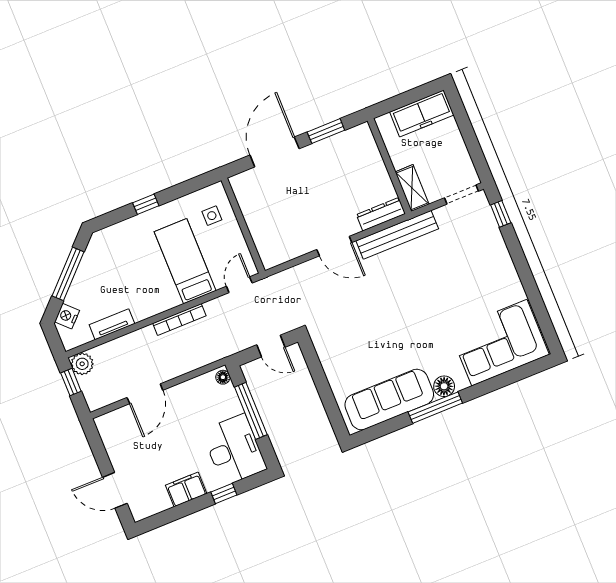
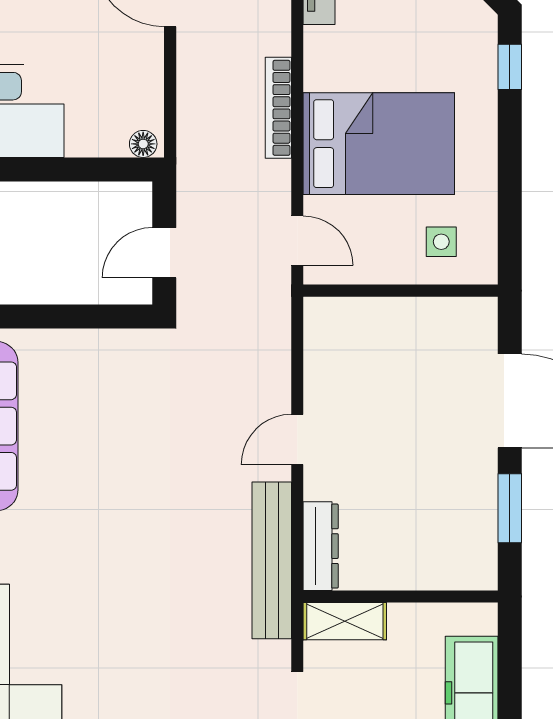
window: (146, 204) -> (510, 67), moved
door: (334, 246) -> (297, 439), width x0.73
bed: (185, 261) -> (379, 144), width x1.50
window: (251, 411) -> (62, 169), removed

